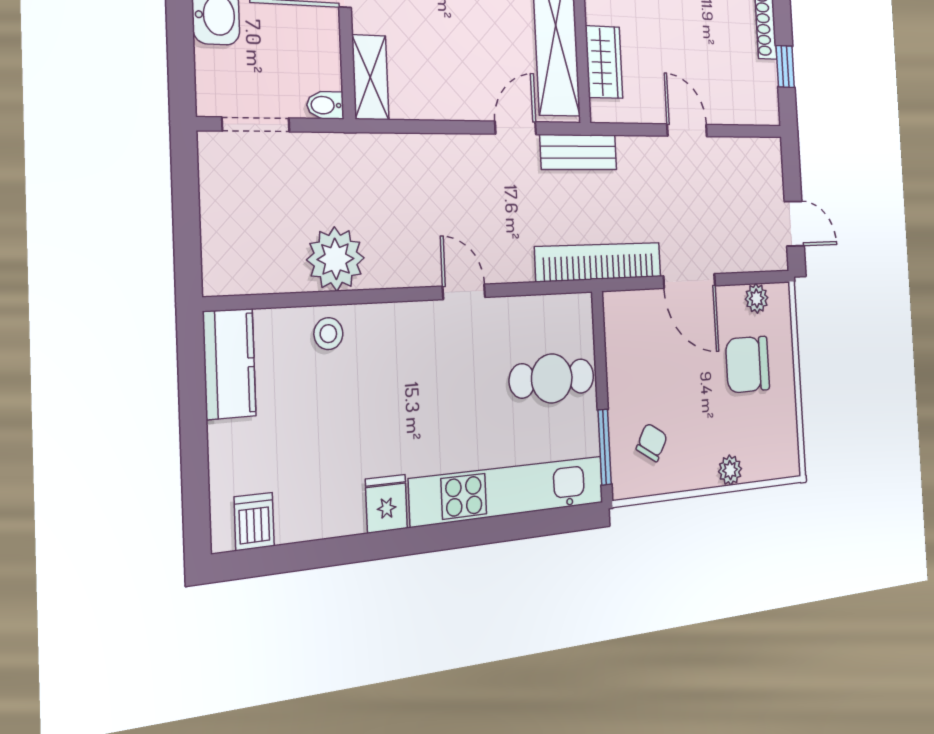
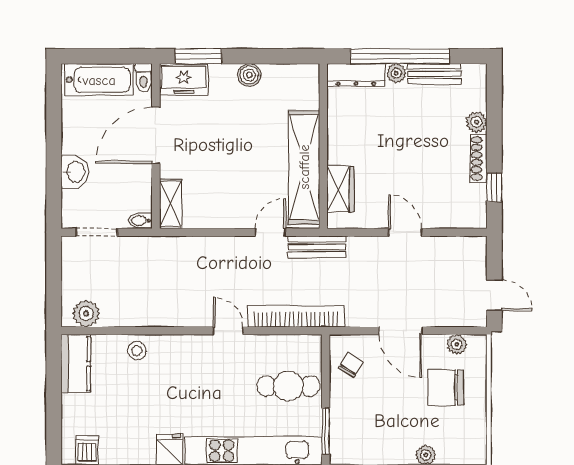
plant: (336, 259) -> (86, 314), moved, width x0.73, depth x0.73
bookcase: (599, 262) -> (296, 316), moved
chair: (652, 442) -> (351, 365), moved

